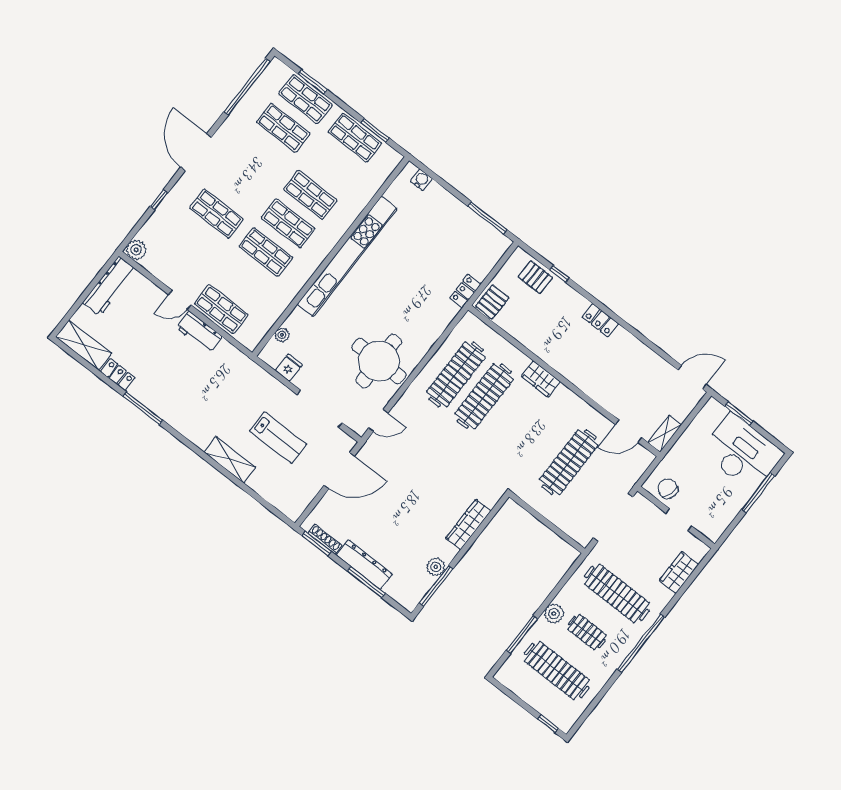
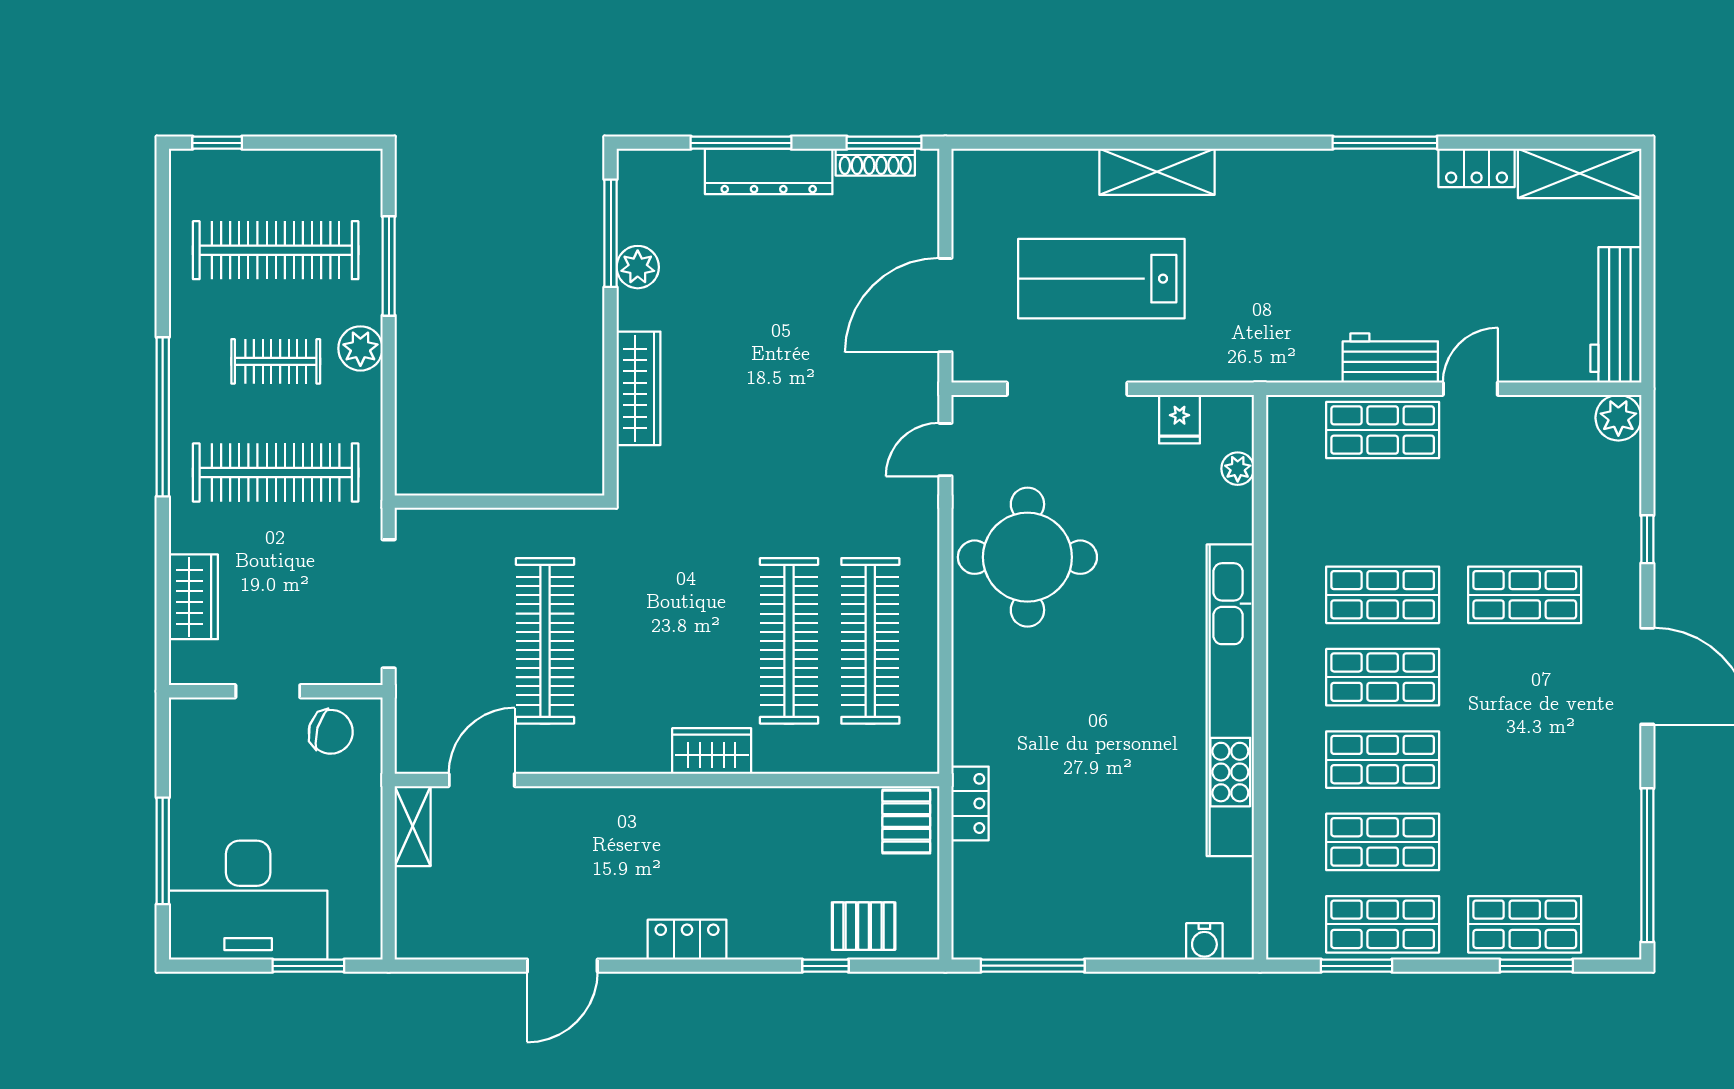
shop shelf: (283, 128) -> (1383, 842), moved
door: (692, 377) -> (562, 966), moved
lab bench: (278, 438) -> (1101, 279), width x1.36, depth x1.39

